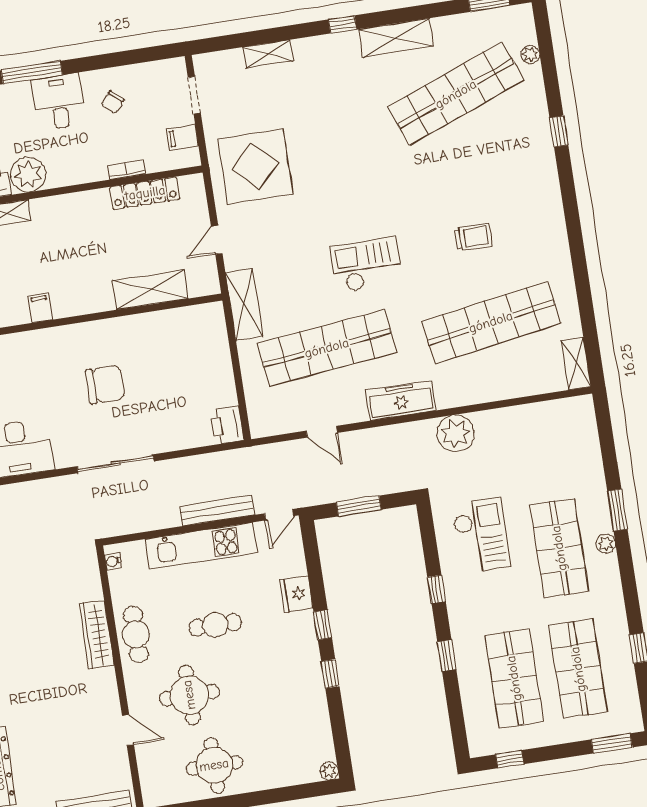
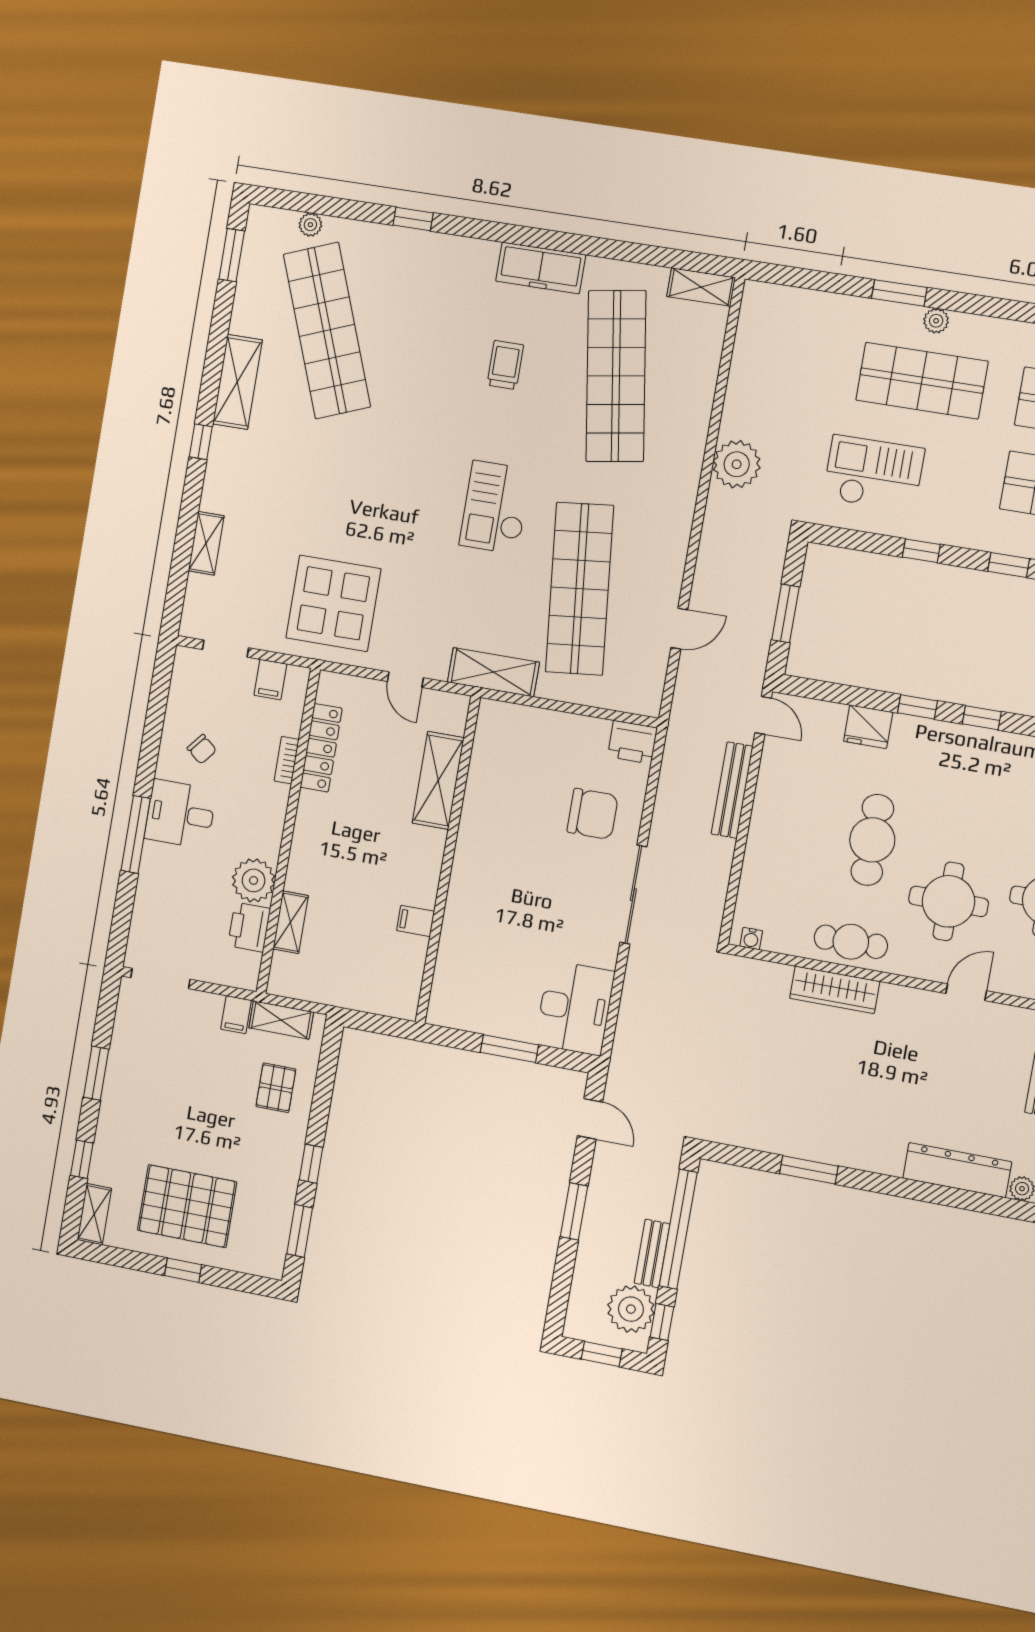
chair: (105, 384) -> (593, 814), moved, turned 90
freezer: (401, 400) -> (541, 268), moved, turned -90
kitchen unit: (201, 546) -> (769, 824), removed
cafe table: (215, 625) -> (872, 840), width x1.37, depth x1.35

